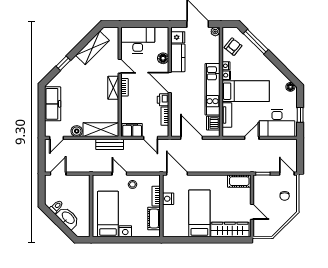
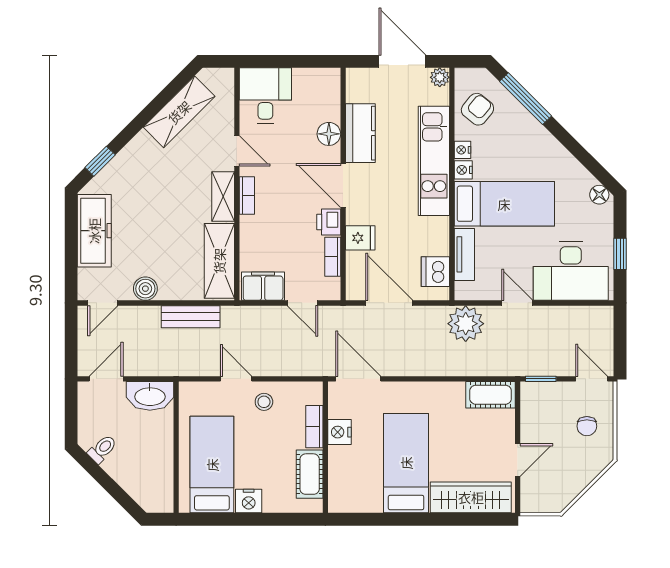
fridge: (178, 37) -> (360, 238), moved
desk: (138, 40) -> (265, 96), width x0.73
window: (63, 63) -> (100, 161), moved
kitchen unit: (213, 89) -> (434, 161), moved
shelving: (101, 130) -> (219, 261), moved, turned 90
door: (252, 138) -> (517, 303), hinge flipped
bench: (110, 144) -> (191, 317), moved
plant: (228, 148) -> (466, 324), added
door: (252, 212) -> (518, 460), hinge flipped
washbasin: (68, 218) -> (150, 396), moved, turned 135

